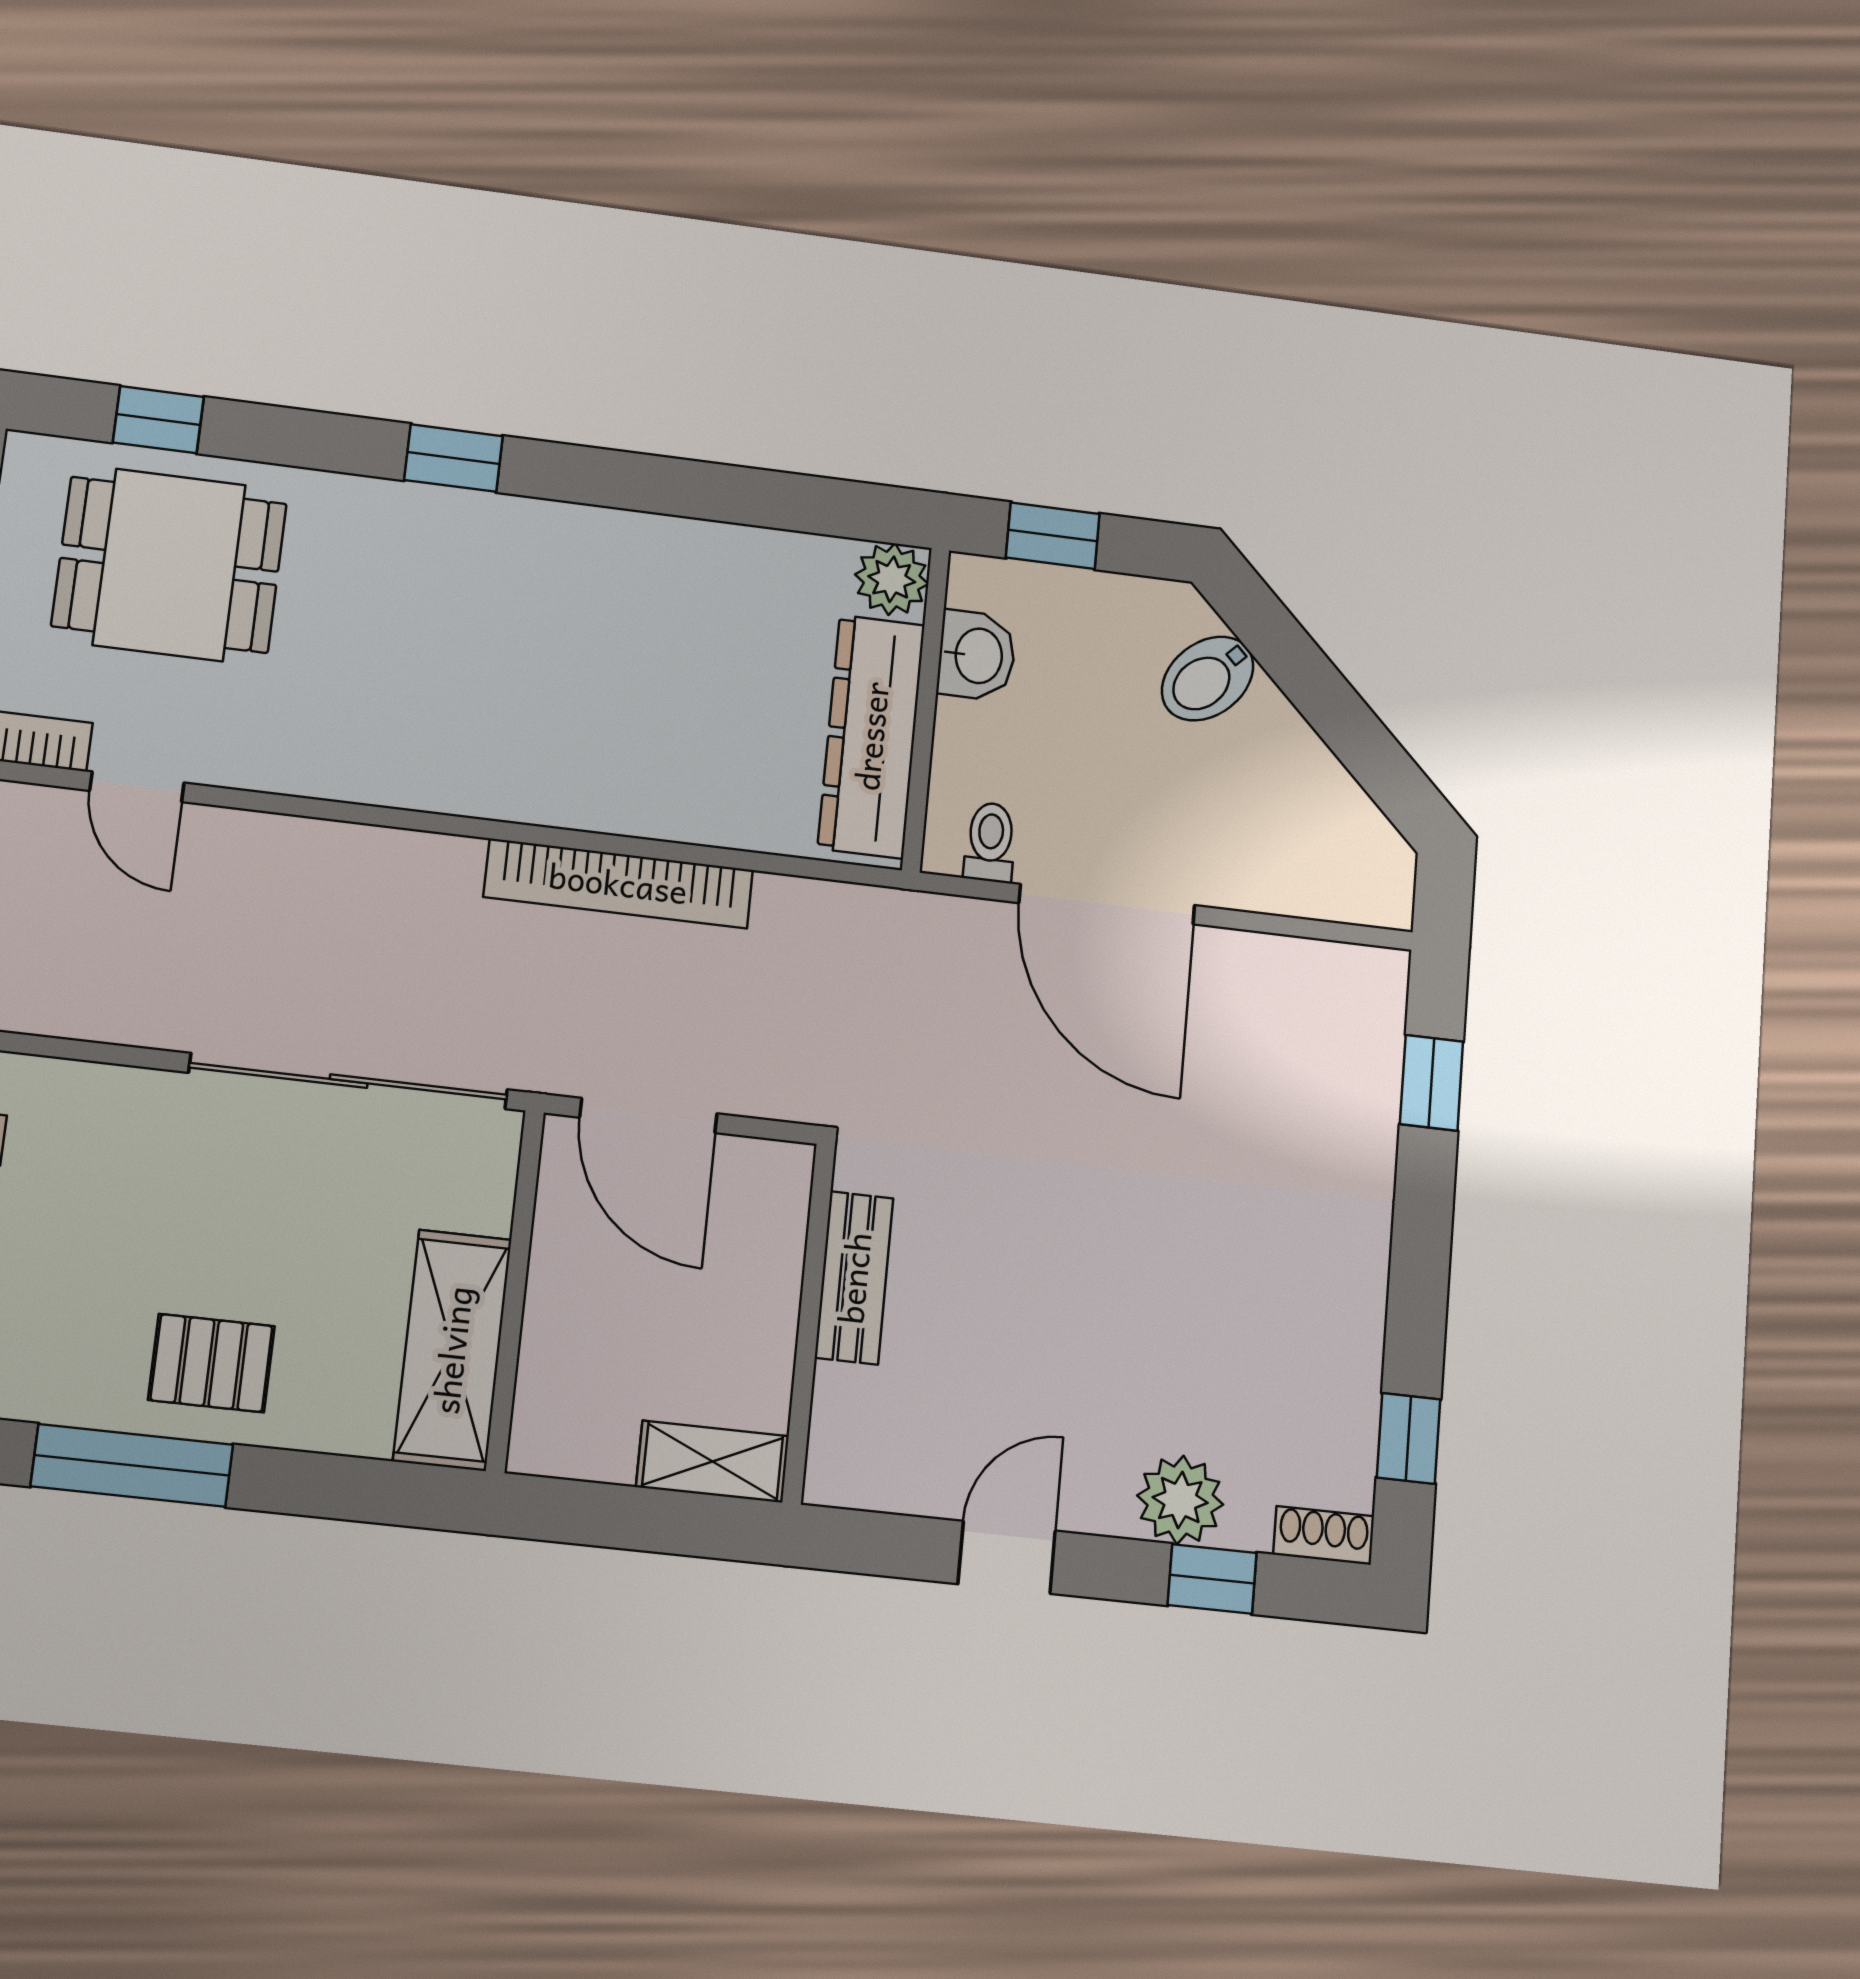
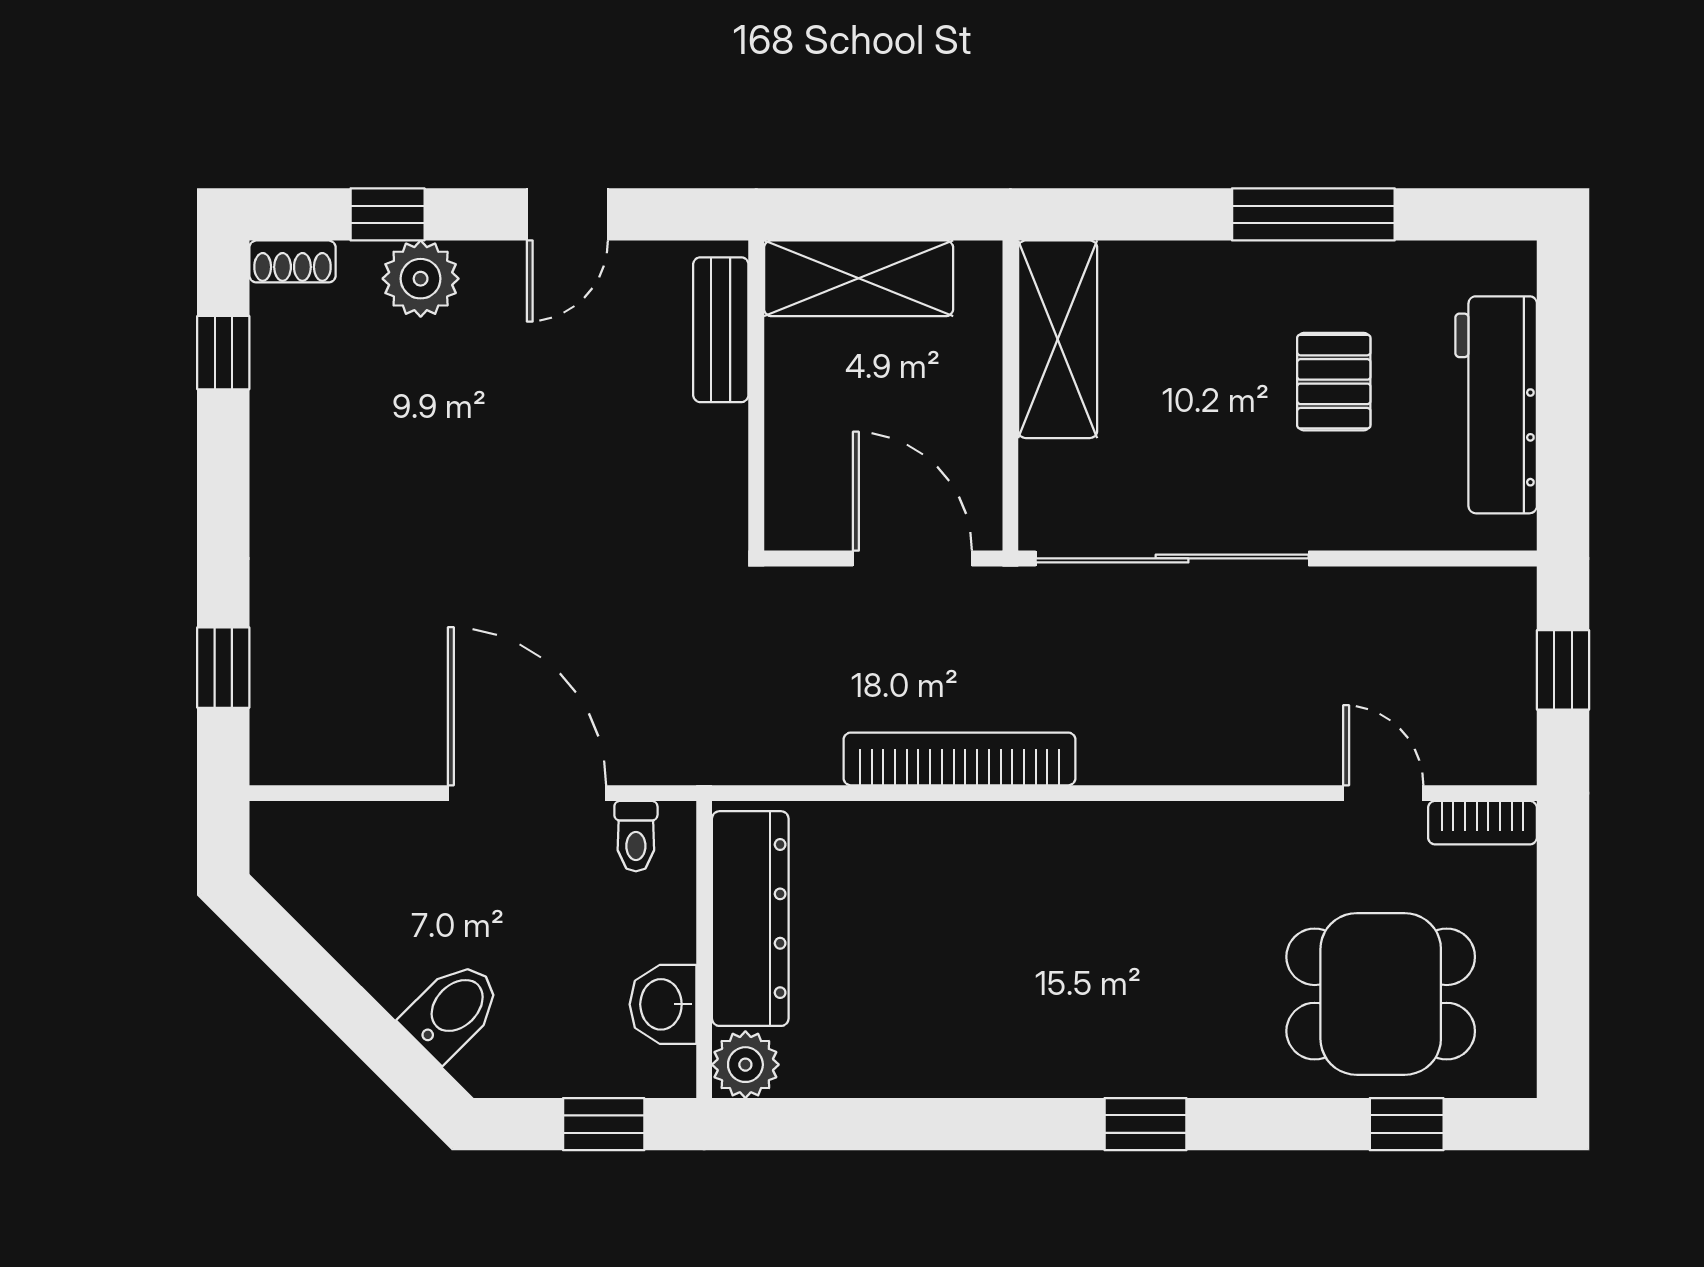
bench: (854, 1278) -> (721, 330), moved
pallet: (211, 1363) -> (1334, 382), moved, turned 90
shelving: (713, 1462) -> (859, 278), width x1.50, depth x1.33

